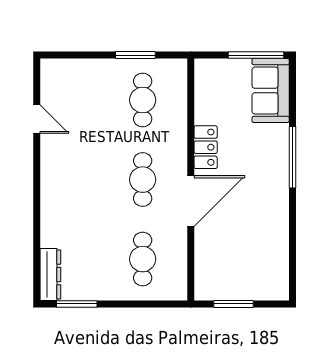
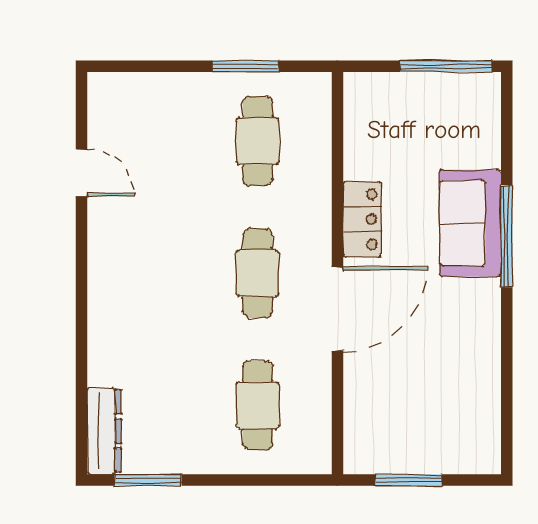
sofa: (271, 91) -> (470, 223), moved

